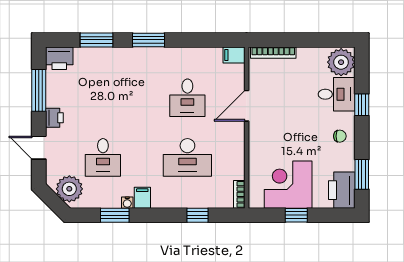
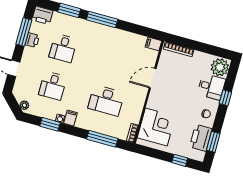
window: (148, 40) -> (102, 19), width x1.44
desk: (187, 98) -> (63, 48), moved
printer: (54, 118) -> (32, 40), moved
corner desk: (288, 185) -> (156, 127), moved, turned 90
plant: (69, 189) -> (24, 105), width x0.53, depth x0.53
printer: (342, 190) -> (201, 138), moved
window: (197, 215) -> (102, 139), width x2.17
window: (296, 215) -> (180, 160), moved

